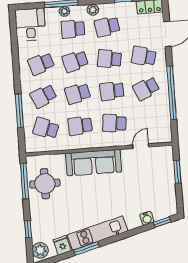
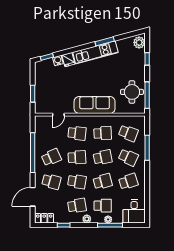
school desk: (43, 96) -> (128, 157), turned 48
fridge: (62, 245) -> (68, 60), moved

